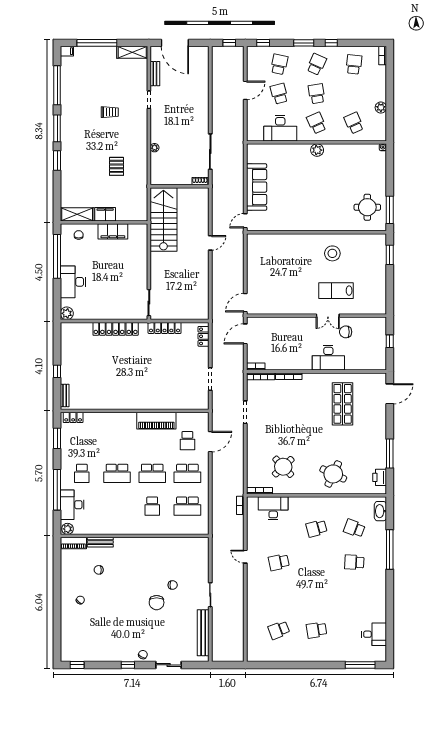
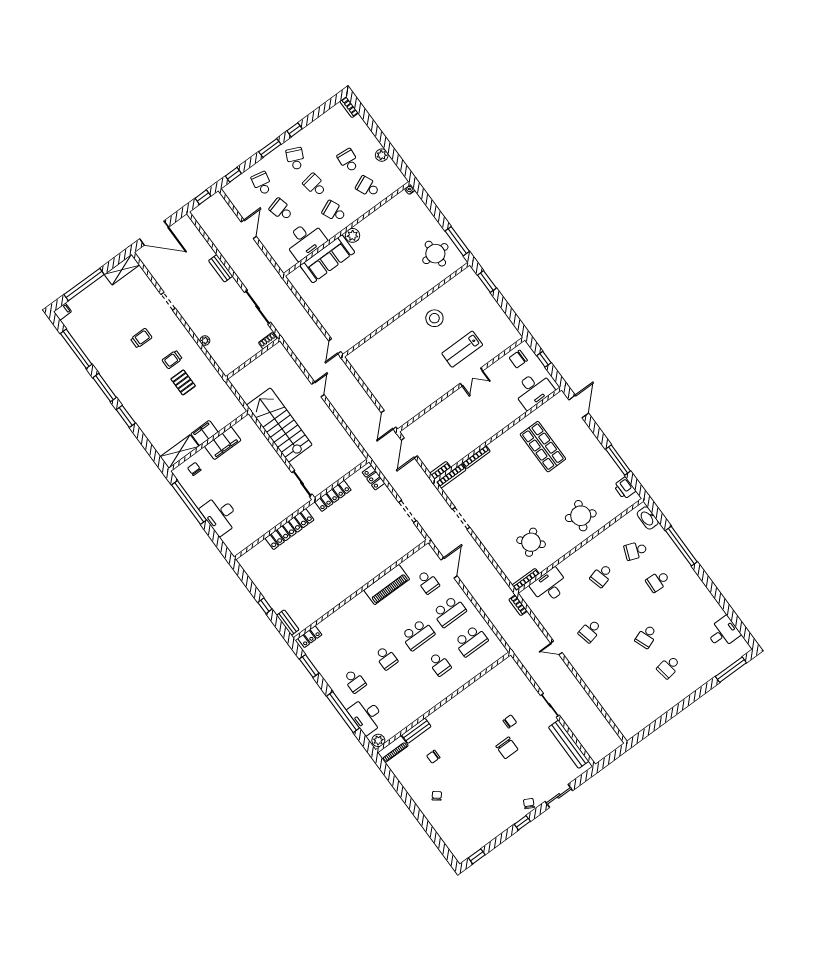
school desk: (354, 64) -> (348, 160), moved
bench: (155, 74) -> (221, 268), moved
trolley: (121, 144) -> (172, 360), added
sofa: (257, 187) -> (327, 259), moved, turned 90
stairs: (163, 219) -> (279, 425), moved
plant: (67, 313) -> (235, 547), removed
chair: (346, 332) -> (518, 359), moved
desk: (328, 358) -> (533, 390), moved
school desk: (117, 473) -> (386, 658), width x0.54
school desk: (279, 630) -> (646, 636), moved

